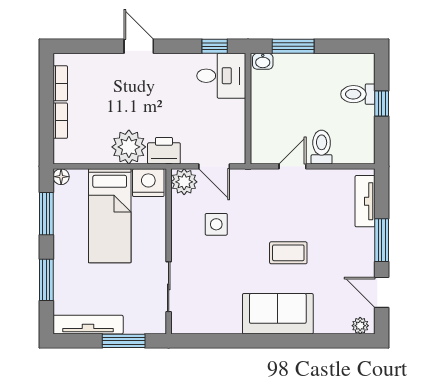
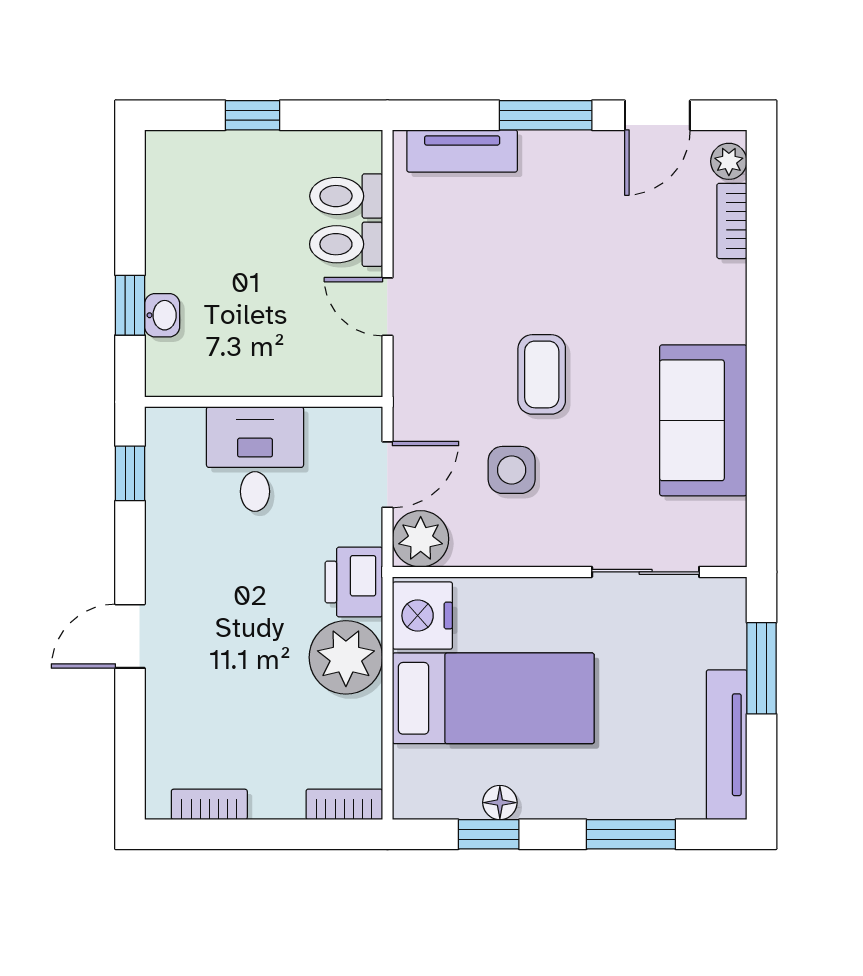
window: (293, 46) -> (130, 305), width x0.67
washbasin: (263, 61) -> (162, 315), moved
desk: (221, 76) -> (255, 459), moved
toilet: (358, 94) -> (346, 196), moved, turned 90
bookcase: (60, 121) -> (344, 804), moved
floor lamp: (61, 177) -> (500, 803), moved
window: (46, 214) -> (489, 834), width x0.67
coffee table: (288, 253) -> (542, 374), moved
sofa: (278, 314) -> (703, 420), moved
bookcase: (332, 327) -> (732, 221), added

